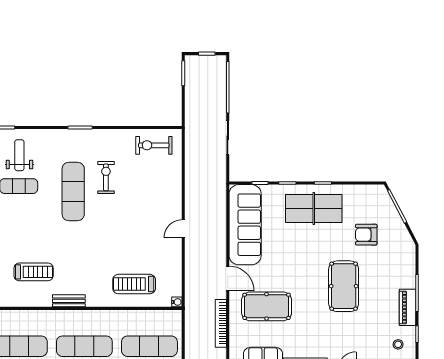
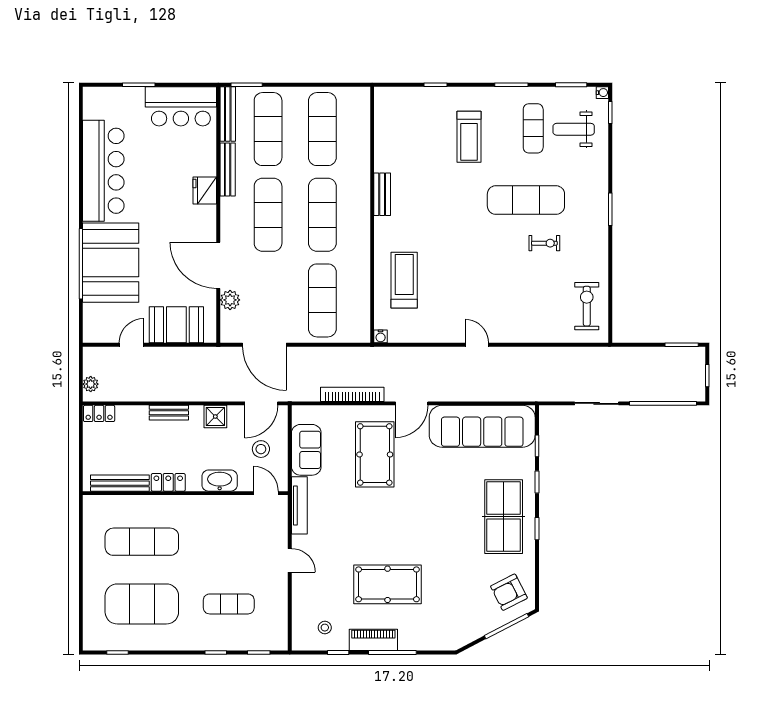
weight bench: (19, 155) -> (574, 129), turned 180
exercise bike: (106, 177) -> (544, 243), width x0.73, depth x0.72
armchair: (366, 235) -> (509, 592), moved, turned -117
treadmill: (34, 272) -> (469, 137), moved
pool table: (344, 286) -> (388, 584), moved

